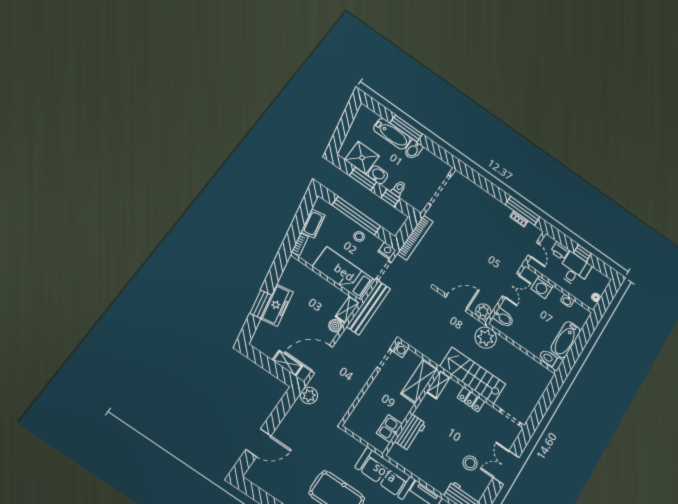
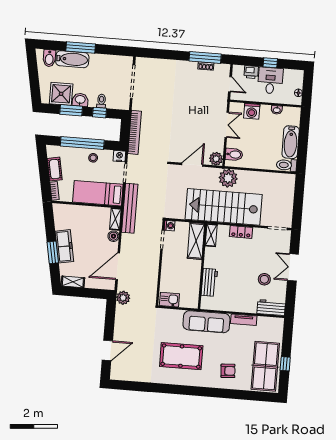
bidet: (413, 150) -> (49, 58), moved
shelving: (287, 363) -> (73, 282), moved
stairs: (473, 375) -> (224, 207), width x1.36, depth x1.51
kitchen sink: (389, 429) -> (169, 300), moved, turned 90

